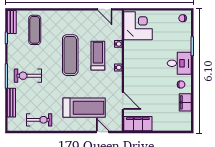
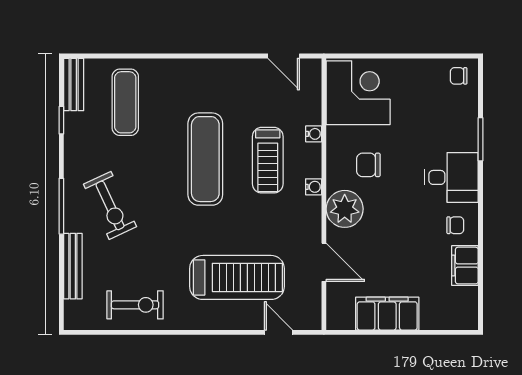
treadmill: (98, 56) -> (268, 160), turned 180
chair: (143, 58) -> (368, 165), added
exercise bike: (28, 76) -> (110, 205), turned -115
plant: (132, 77) -> (345, 209), added
filing cabinet: (138, 124) -> (387, 314), moved

